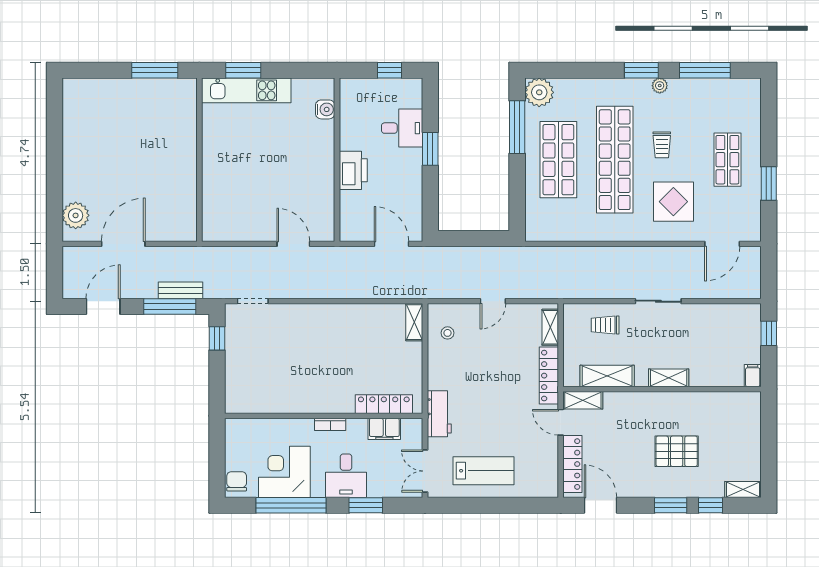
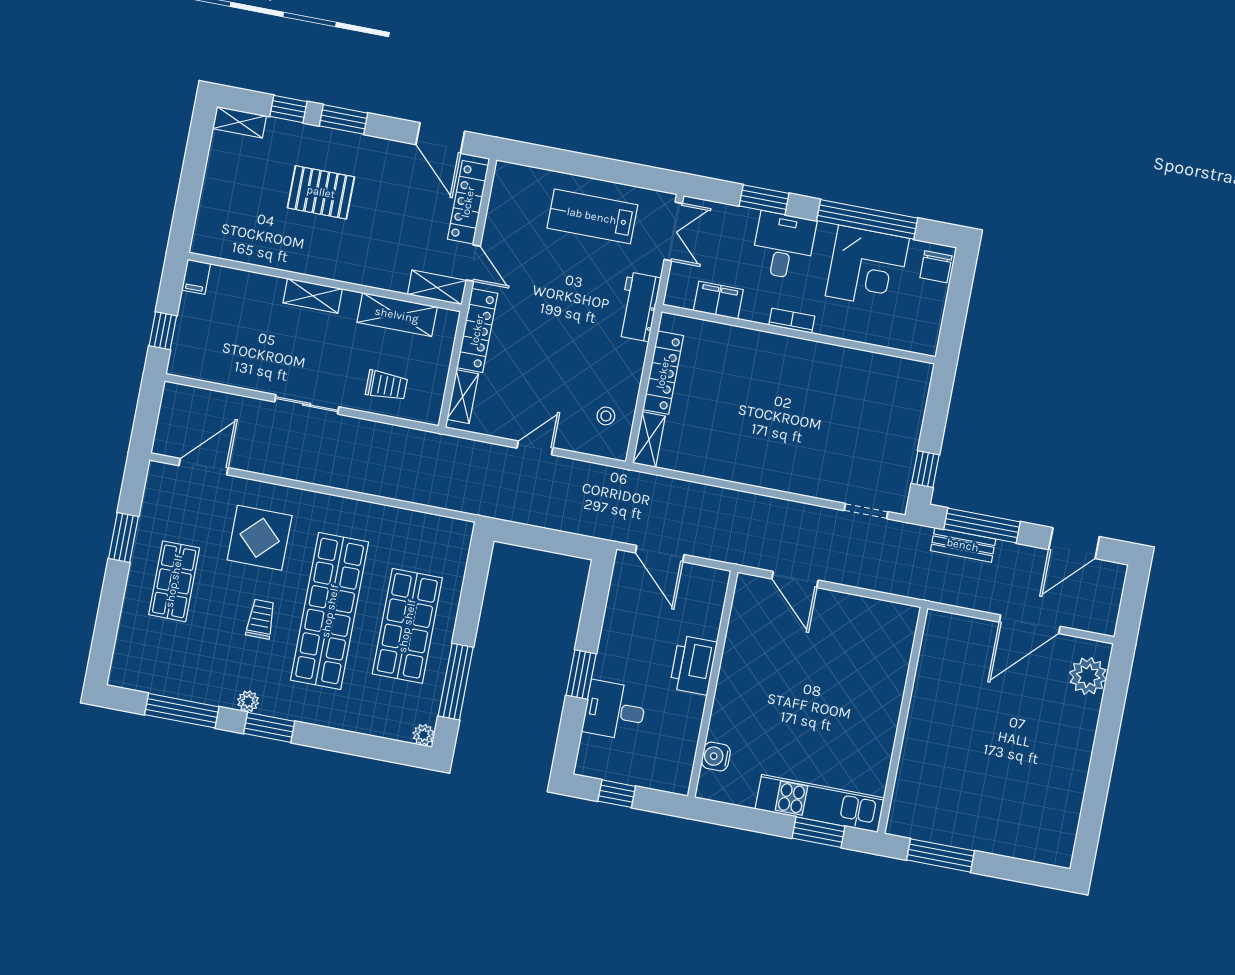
plant: (539, 92) -> (424, 735), width x0.53, depth x0.53
locker: (384, 404) -> (663, 373), moved, turned -90

